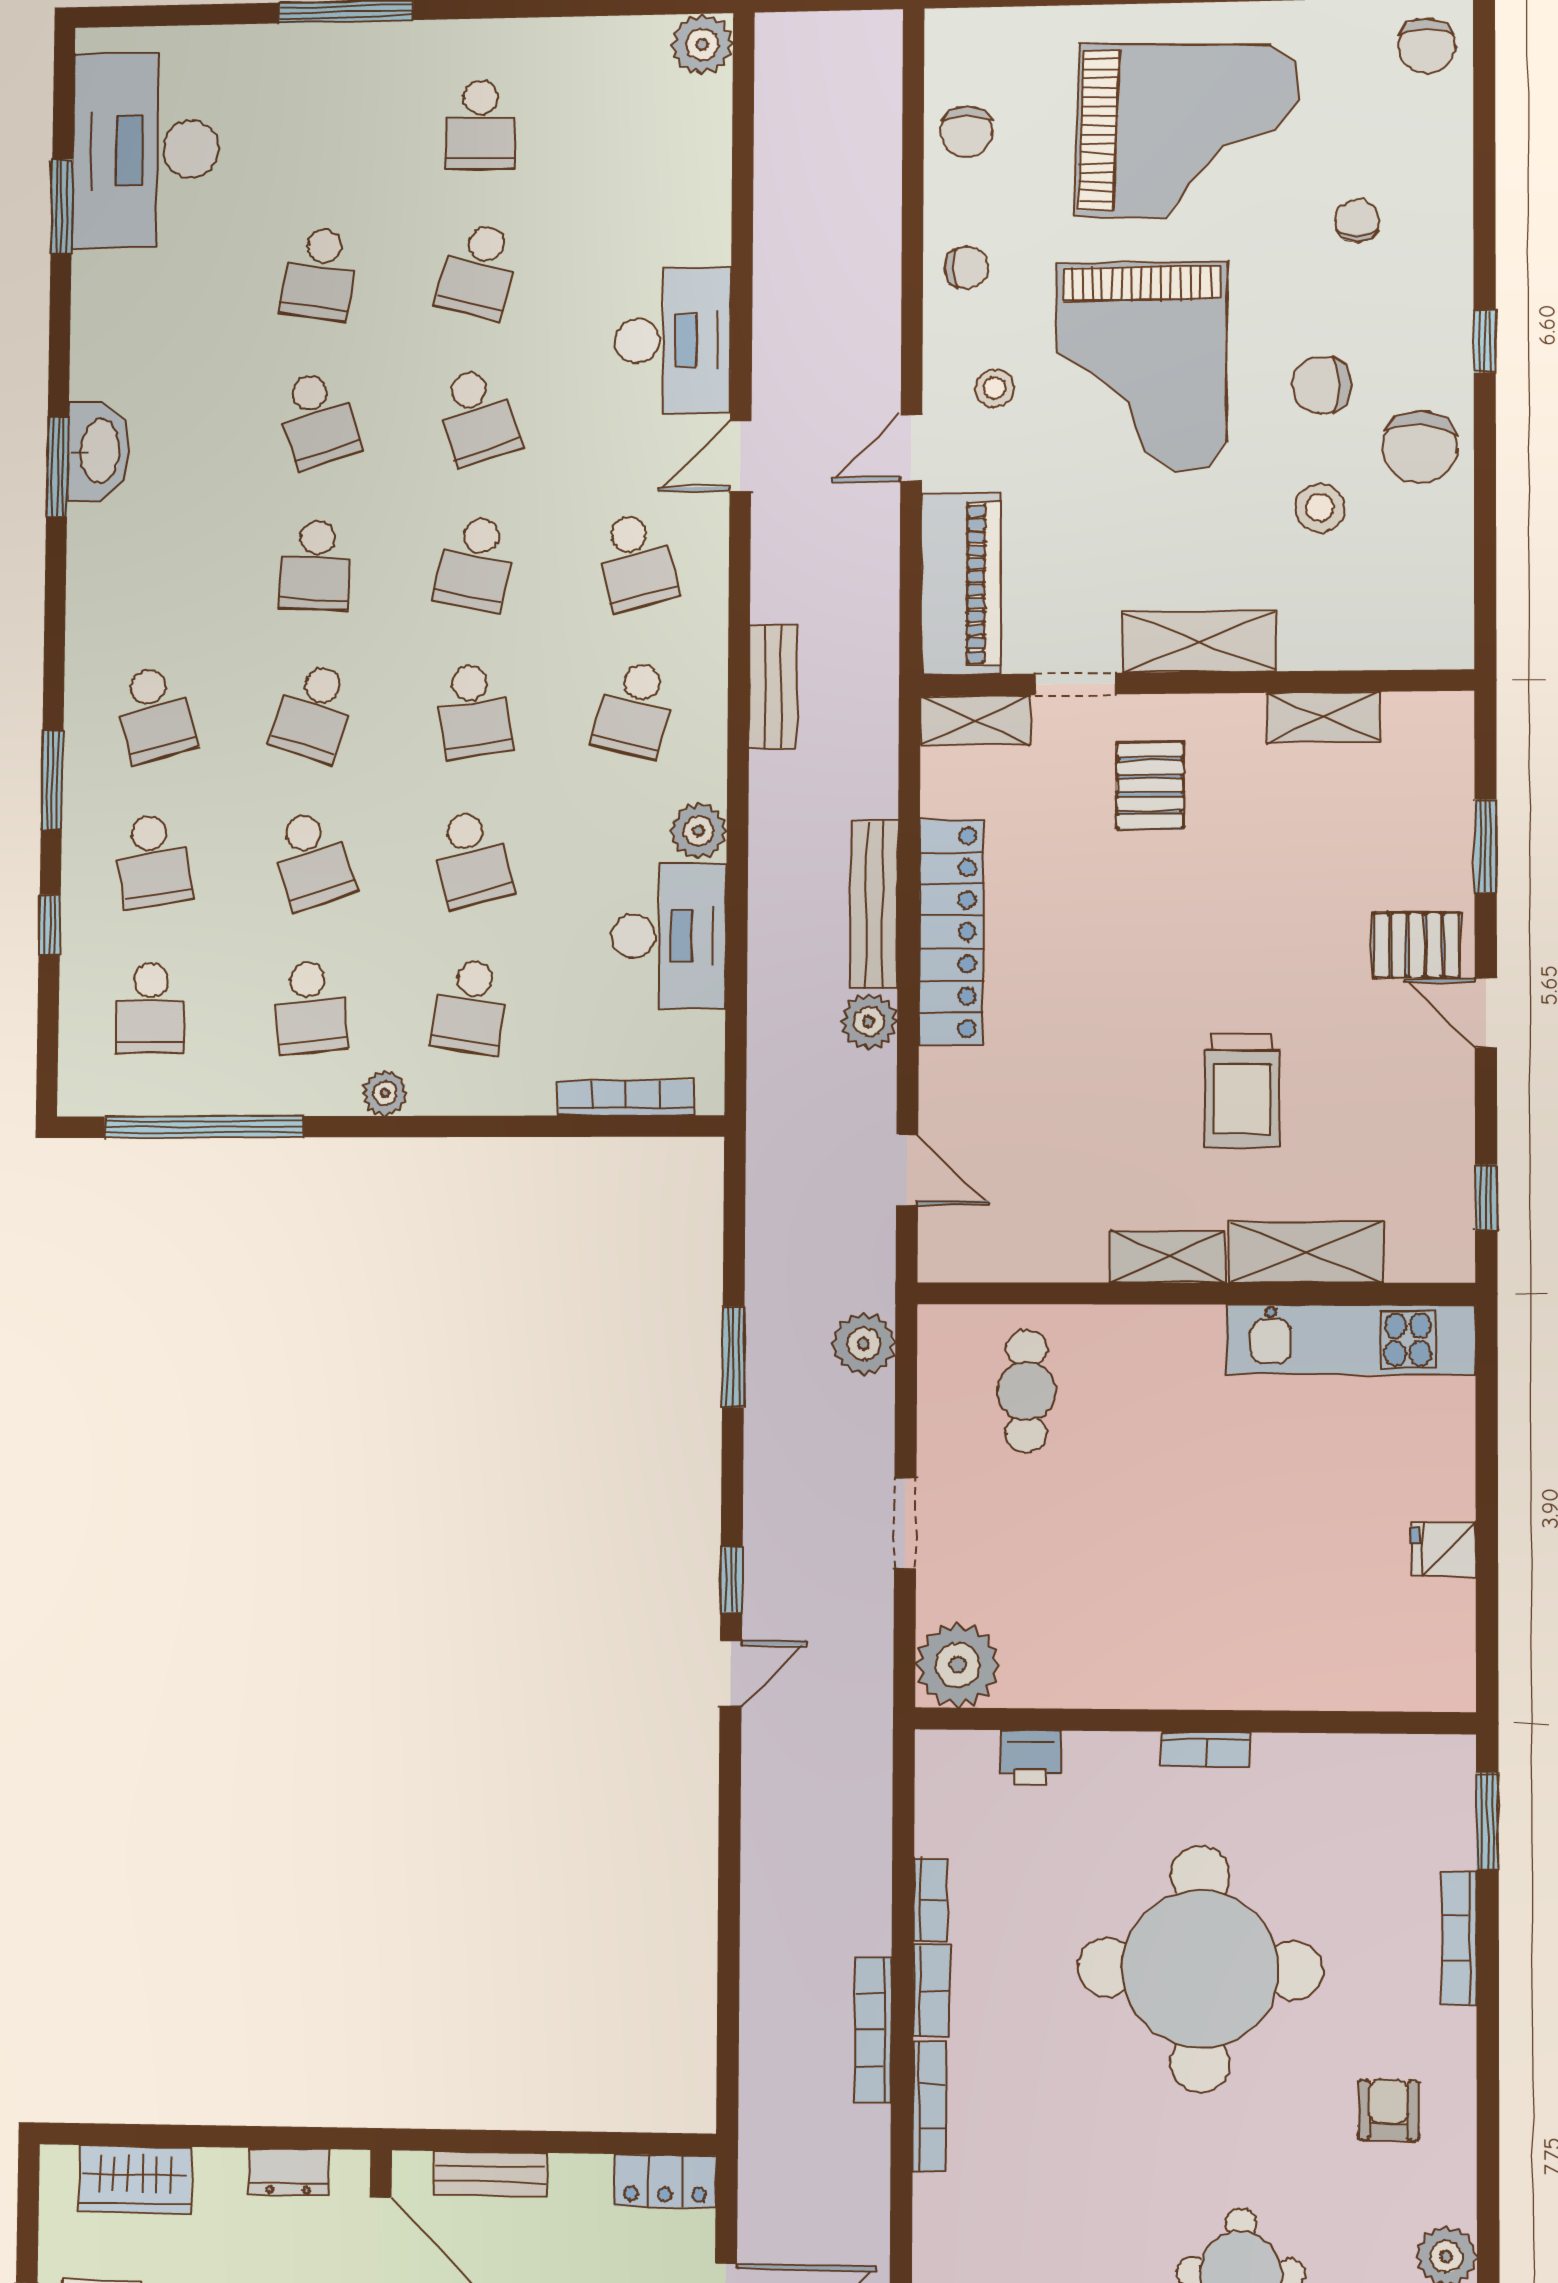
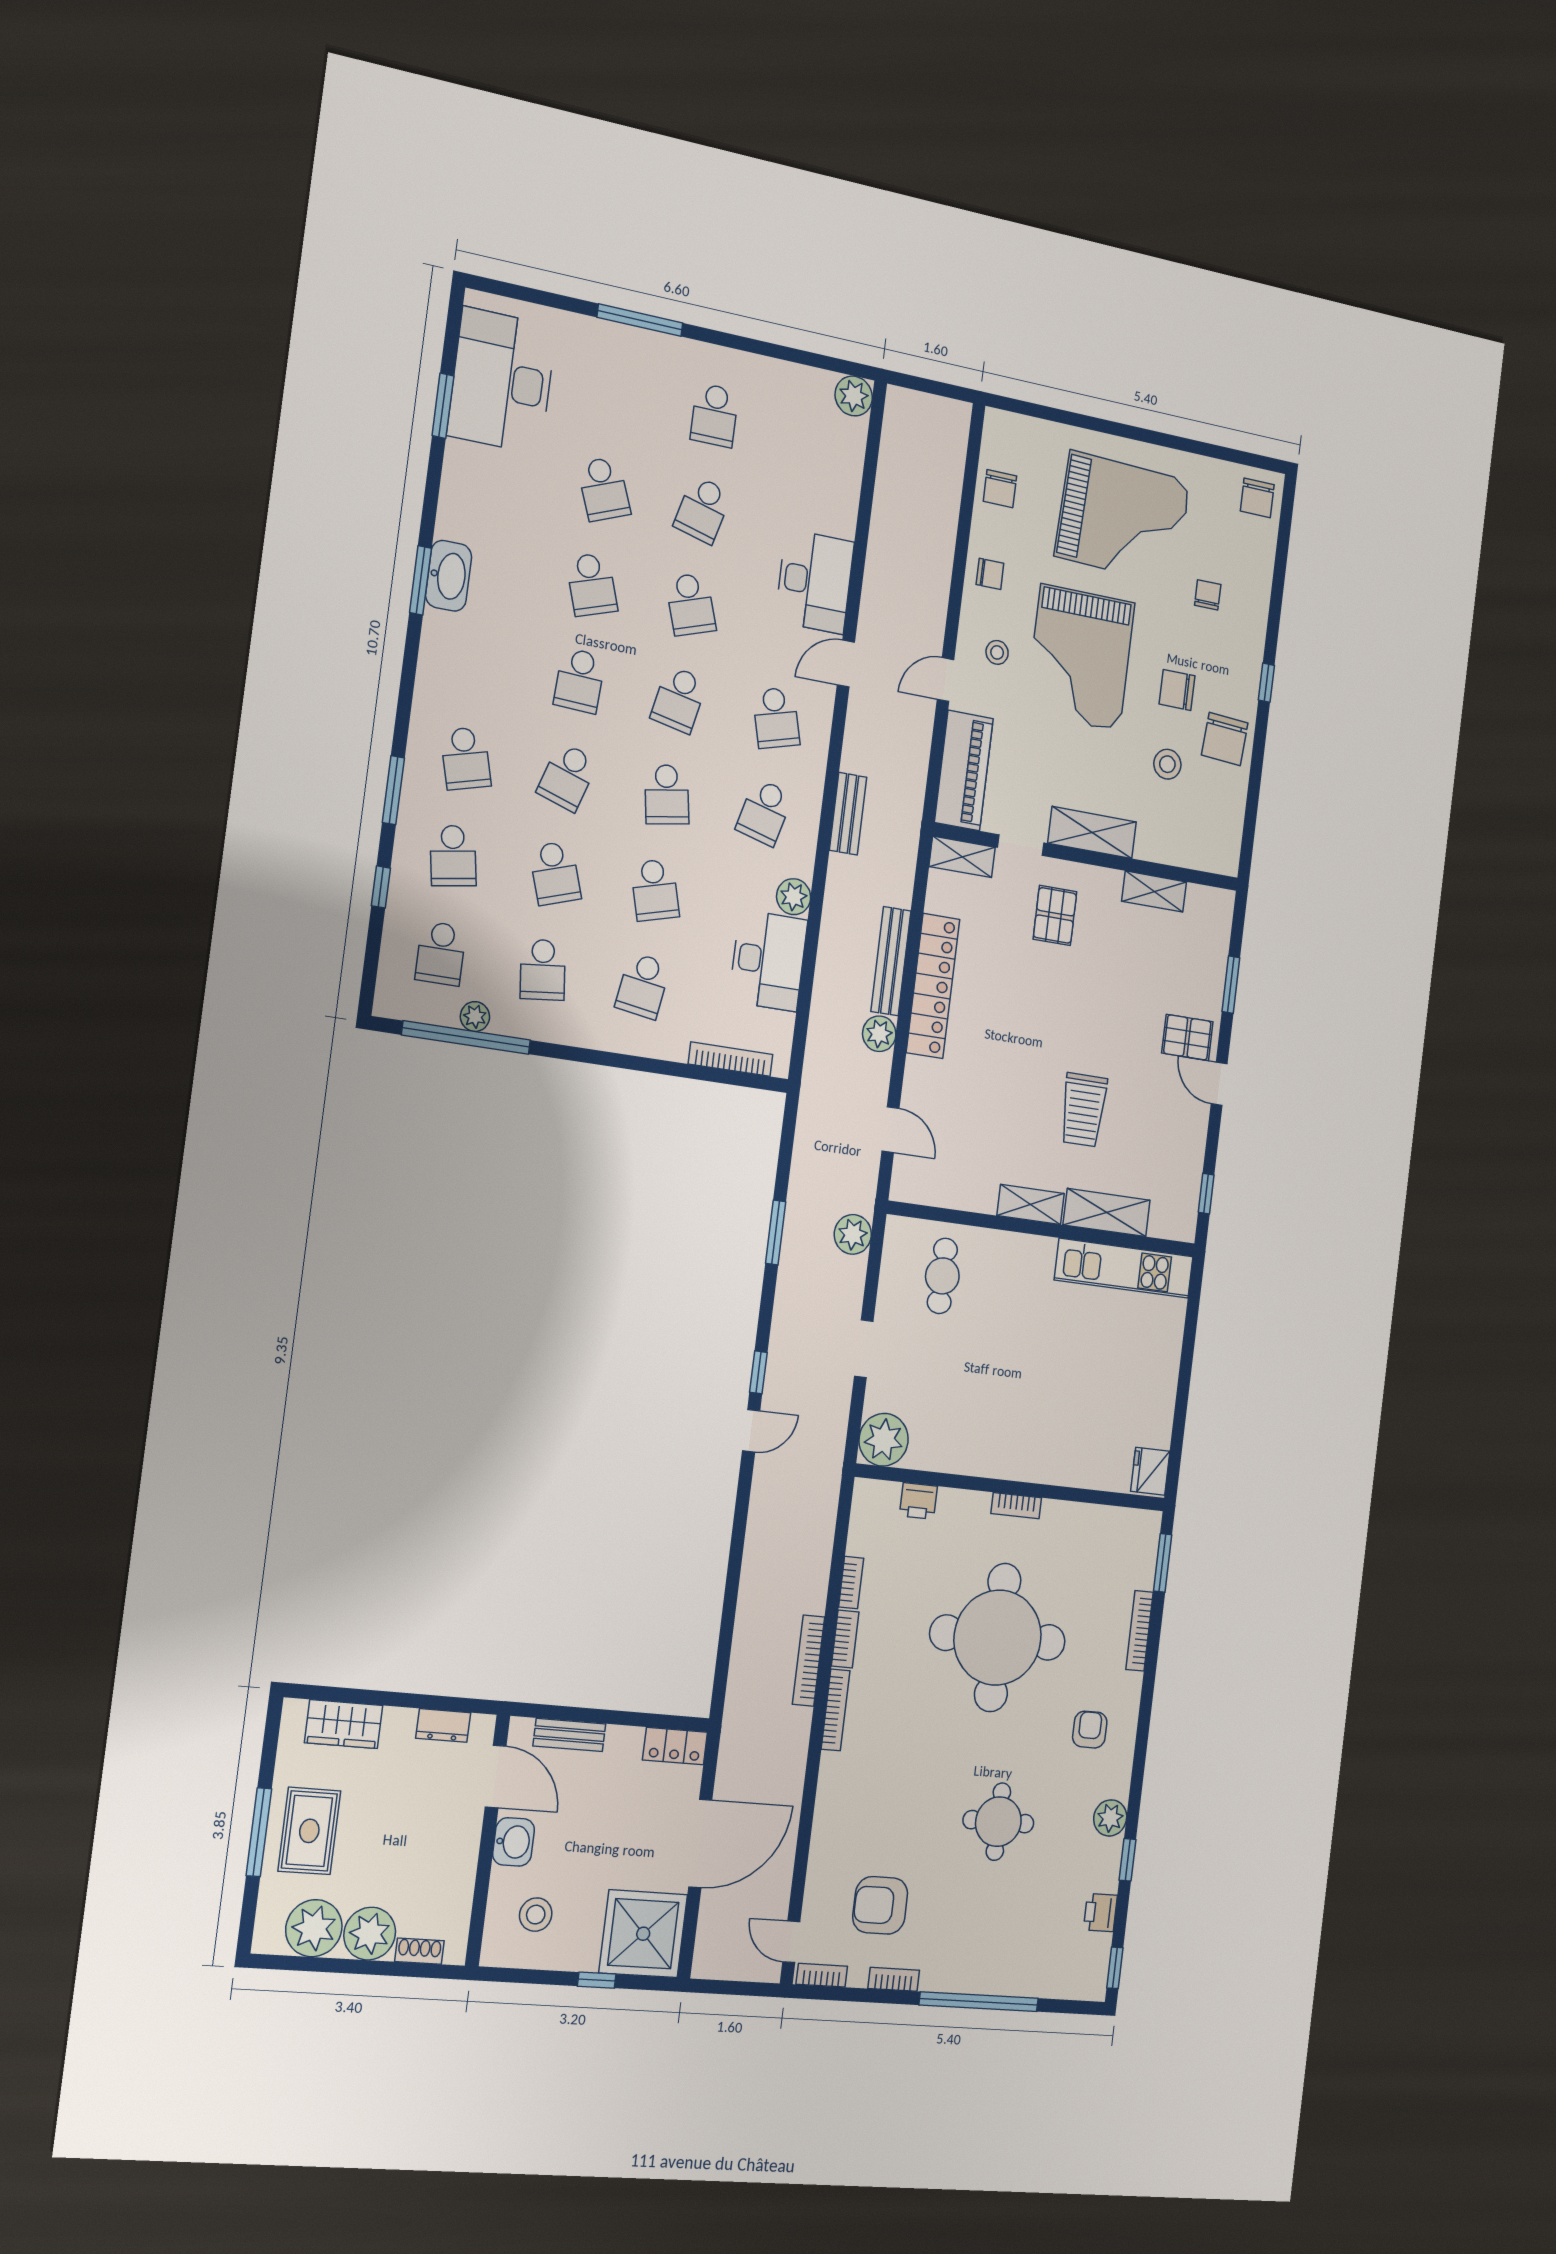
school desk: (320, 273) -> (604, 489), turned -30
plant: (385, 1093) -> (475, 1017), moved
fridge: (1444, 1549) -> (1150, 1471), moved, width x1.38

